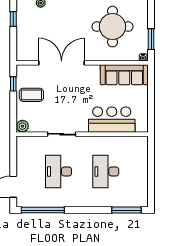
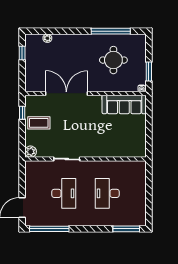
round table: (112, 27) -> (113, 60), width x0.73, depth x0.73
bar counter: (112, 120) -> (113, 146), removed
desk: (59, 172) -> (64, 193), turned 180

